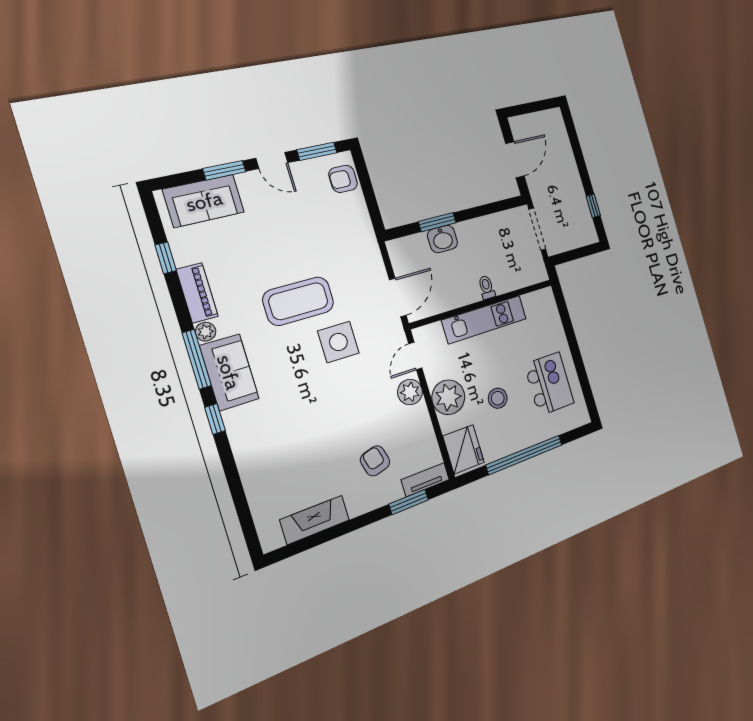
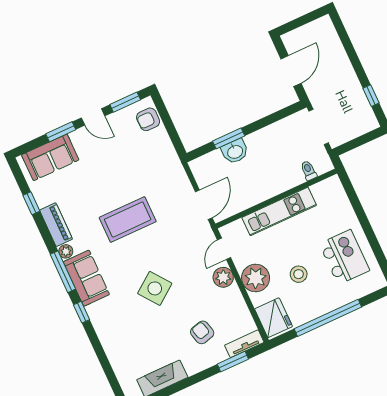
toilet: (487, 287) -> (309, 170), moved
side table: (338, 342) -> (155, 288), moved, turned -37

